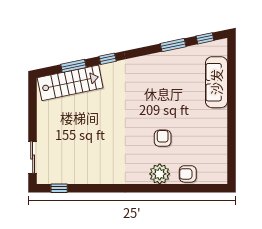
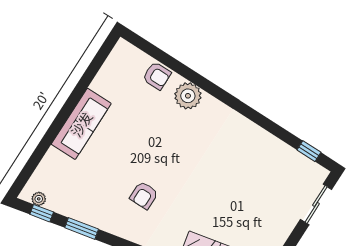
plant: (213, 46) -> (39, 199), added
sofa: (216, 82) -> (81, 124), moved
armchair: (163, 138) -> (144, 195), moved

